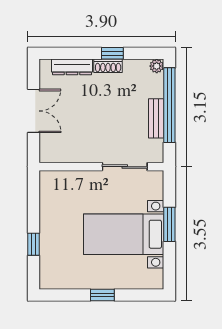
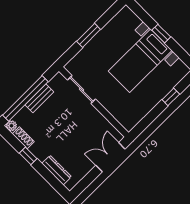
shoe rack: (108, 66) -> (23, 138), moved
double door: (33, 111) -> (110, 157), moved
bed with nightstands: (124, 234) -> (140, 61), moved, turned 90

